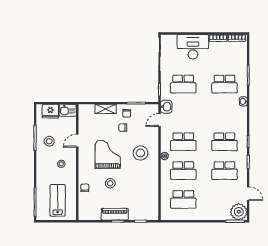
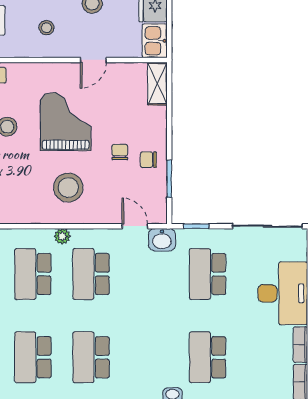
shelving: (106, 109) -> (157, 84), moved
door: (77, 141) -> (93, 60), swing flipped
grand piano: (108, 154) -> (66, 121), turned -90

